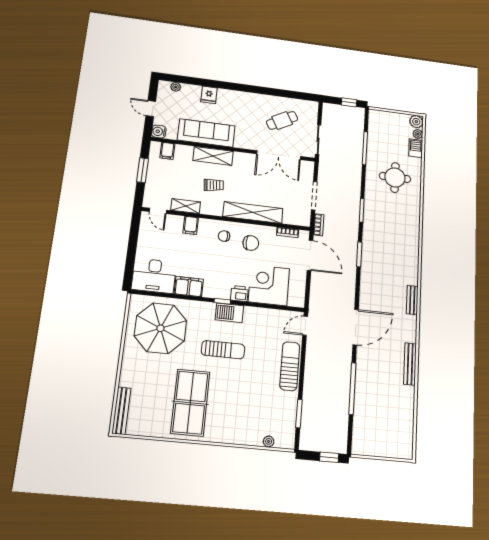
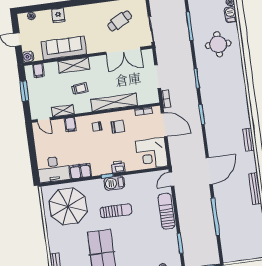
corner desk: (269, 285) -> (152, 154), moved, turned -90

